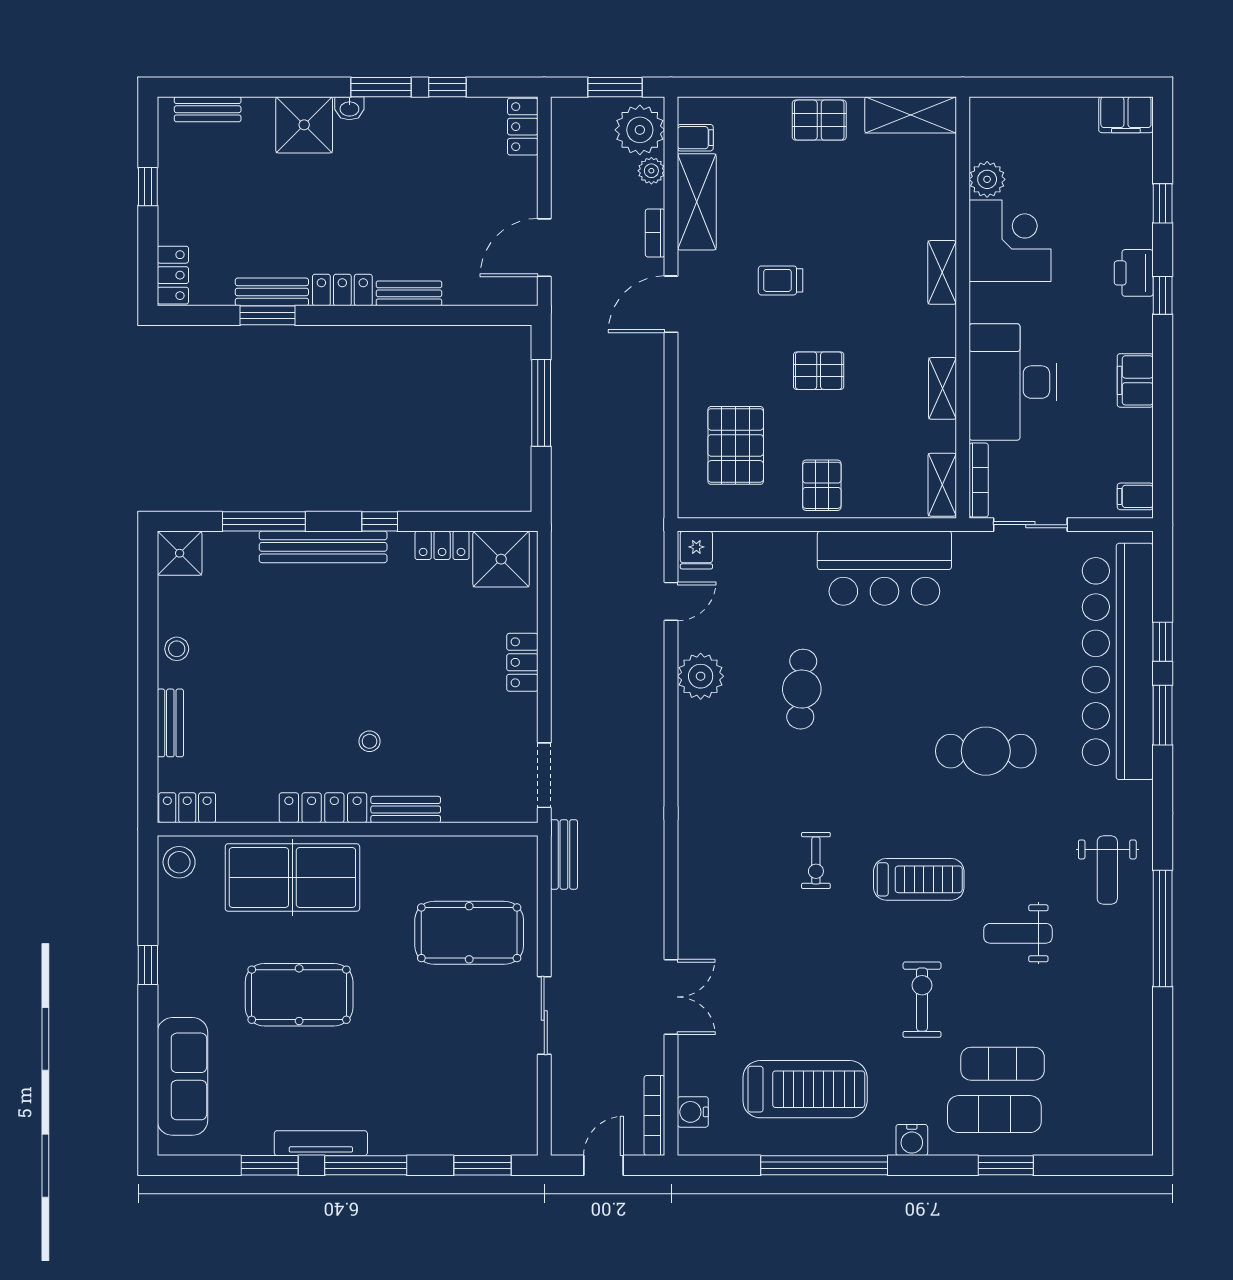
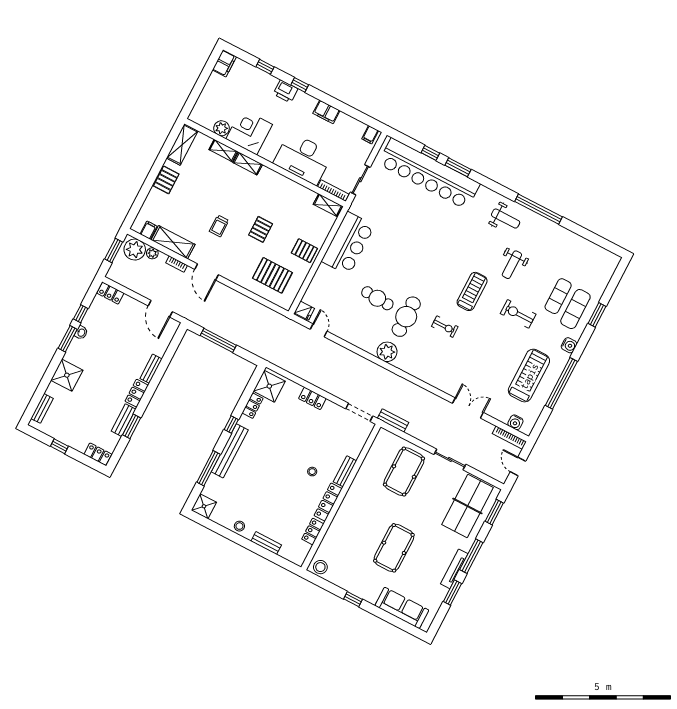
washbasin: (349, 108) -> (81, 333), moved
shelving: (943, 388) -> (223, 151), moved
plant: (701, 676) -> (387, 352), moved
cafe table: (986, 751) -> (406, 317), moved
locker: (187, 808) -> (313, 531), moved
table tennis table: (292, 878) -> (467, 506), moved

